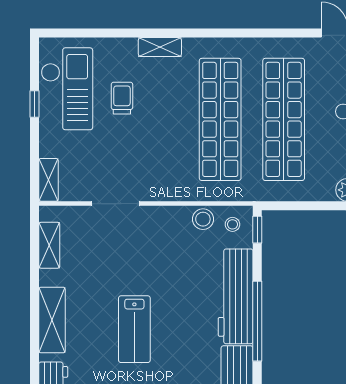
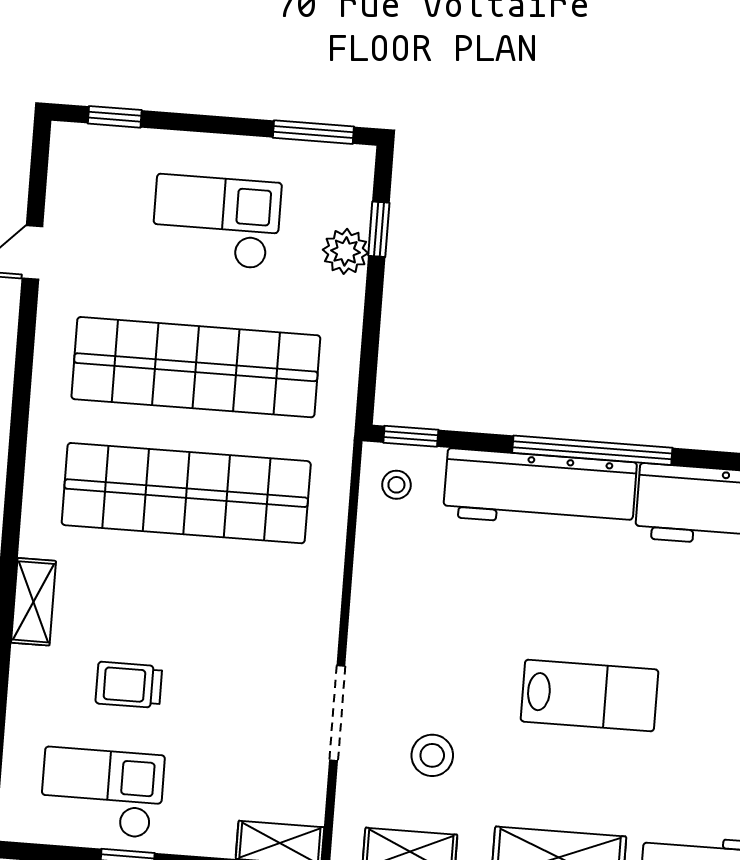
checkout: (67, 89) -> (102, 793), width x0.73, depth x0.83
stool: (203, 219) -> (432, 755), moved

